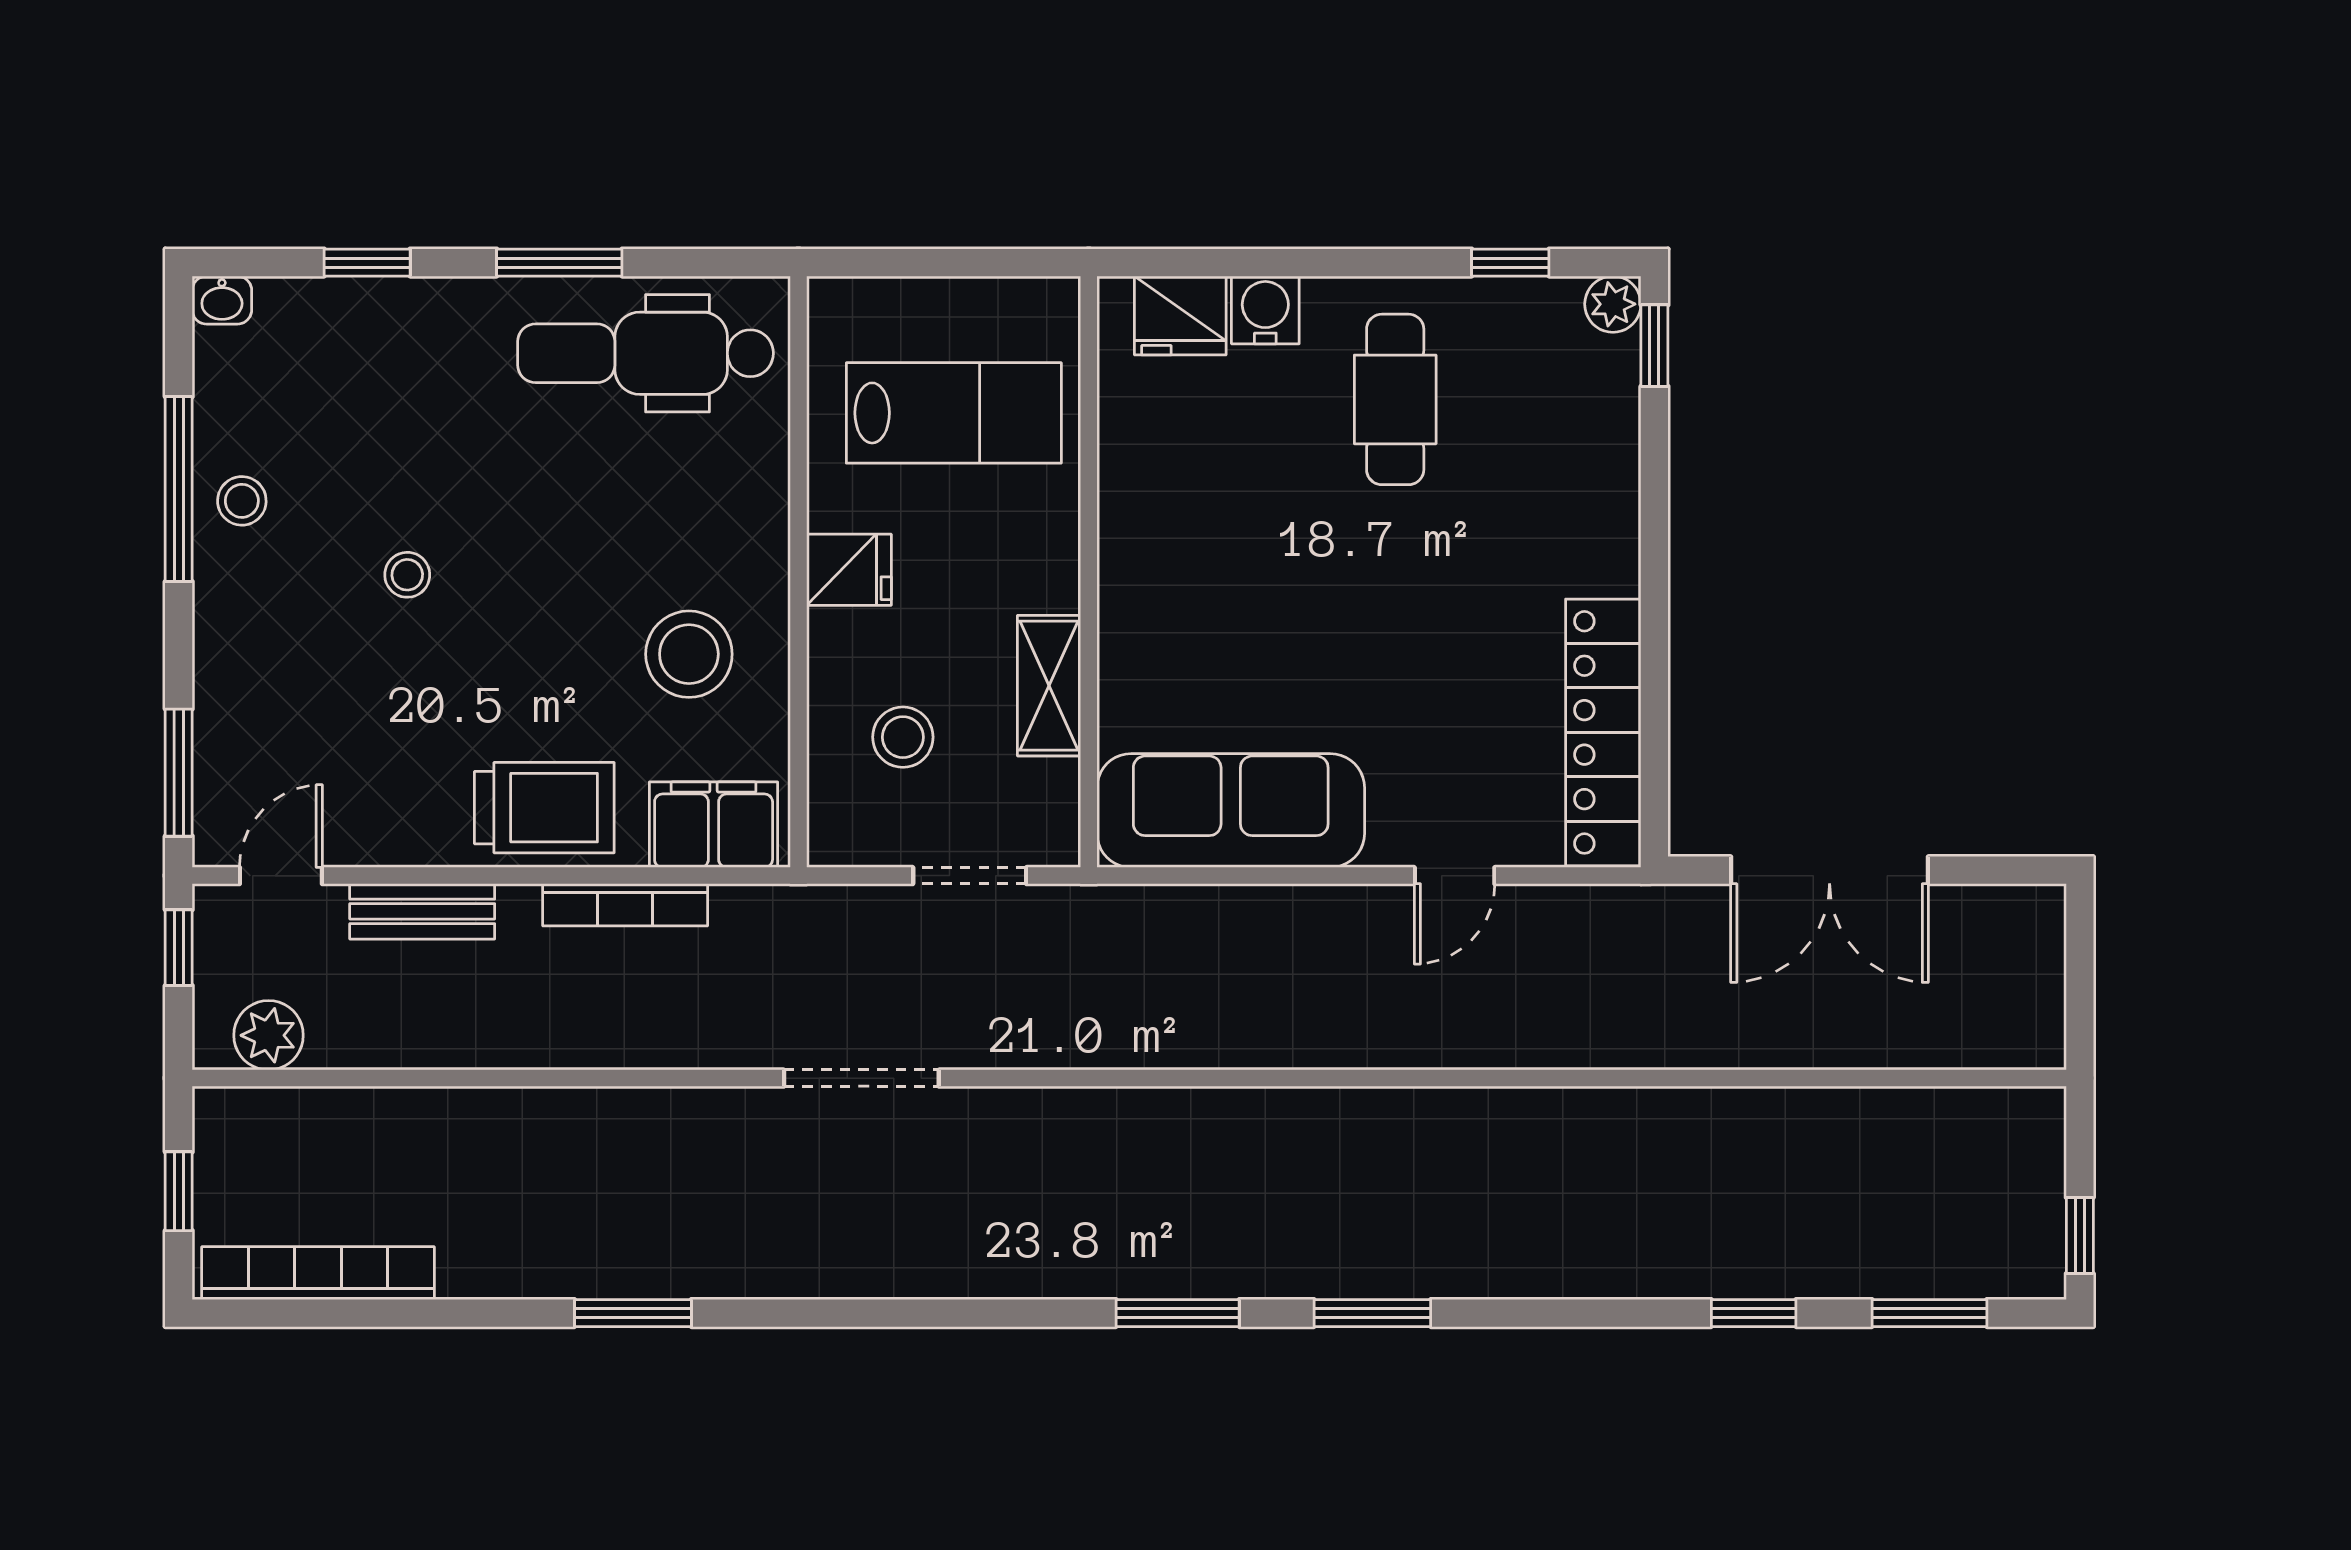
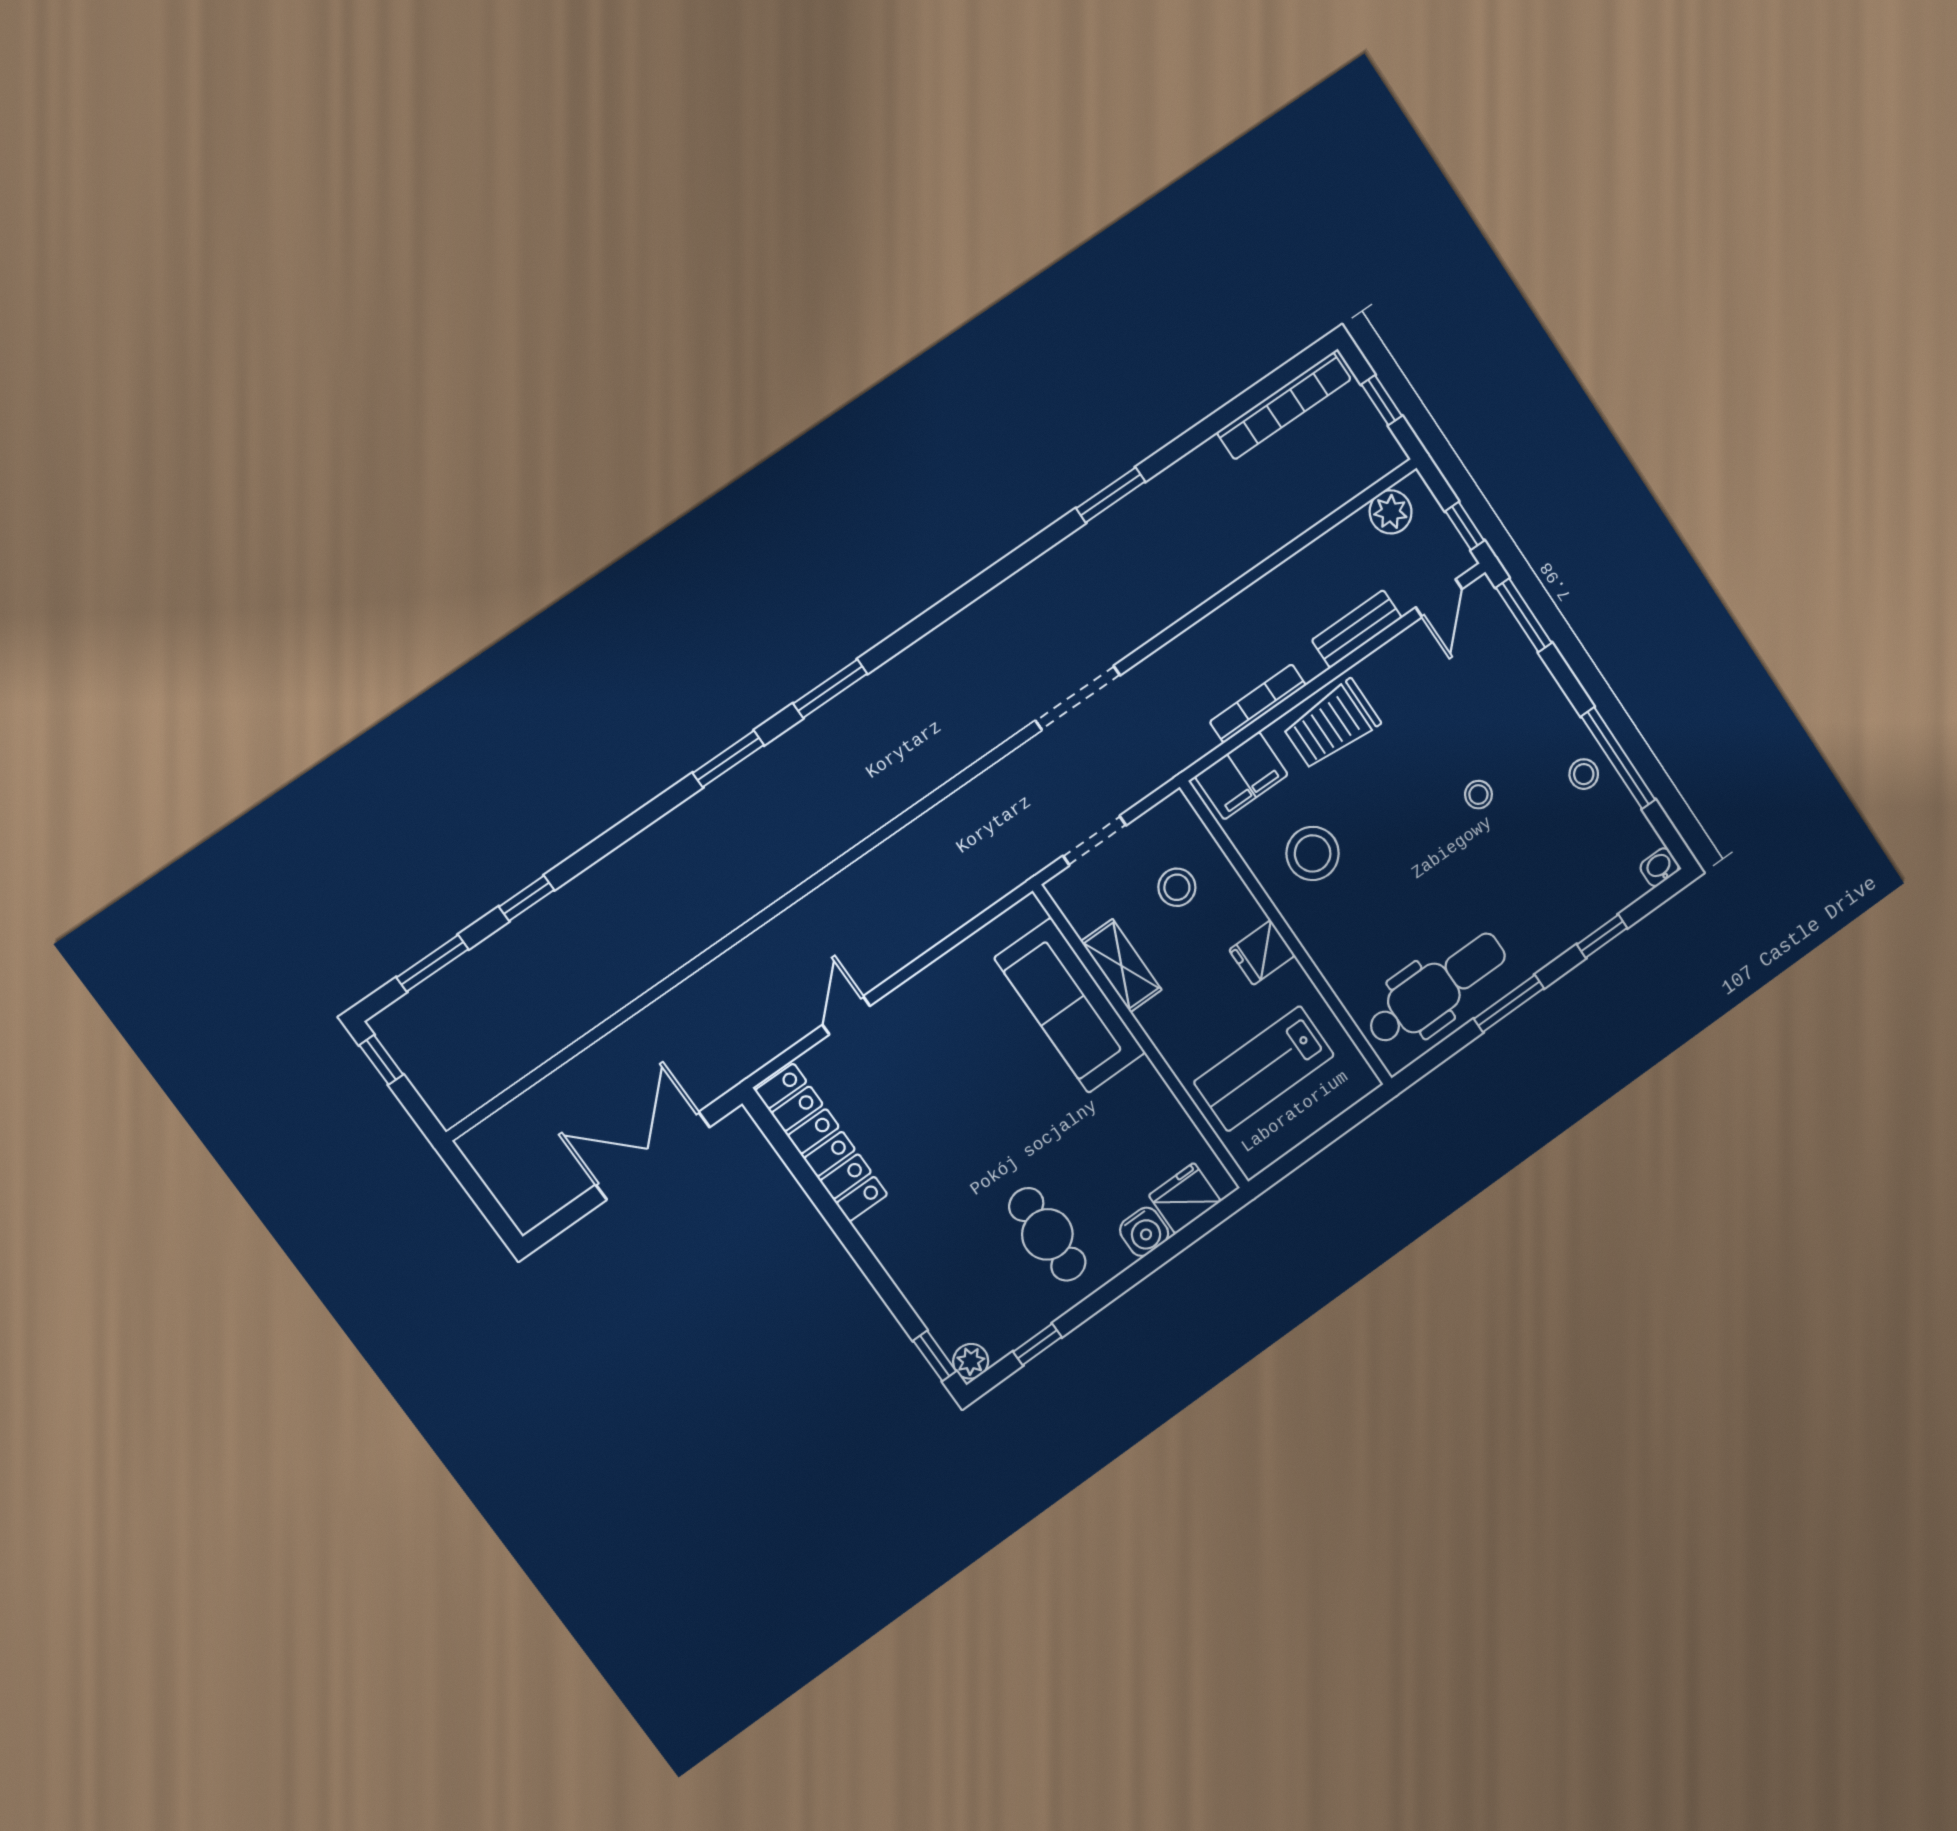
sofa: (1231, 811) -> (1070, 1005), moved, turned 90

